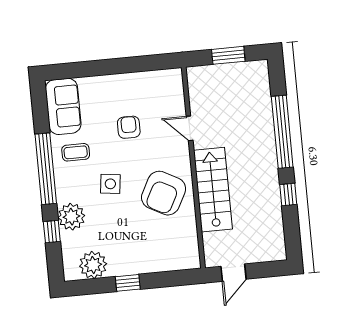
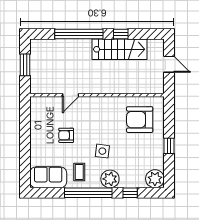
stairs: (213, 190) -> (120, 49), moved, turned 180
armchair: (164, 193) -> (140, 120), moved, turned 152
plant: (71, 217) -> (110, 179), moved
plant: (93, 265) -> (155, 179), moved
door: (234, 273) -> (169, 64), moved

